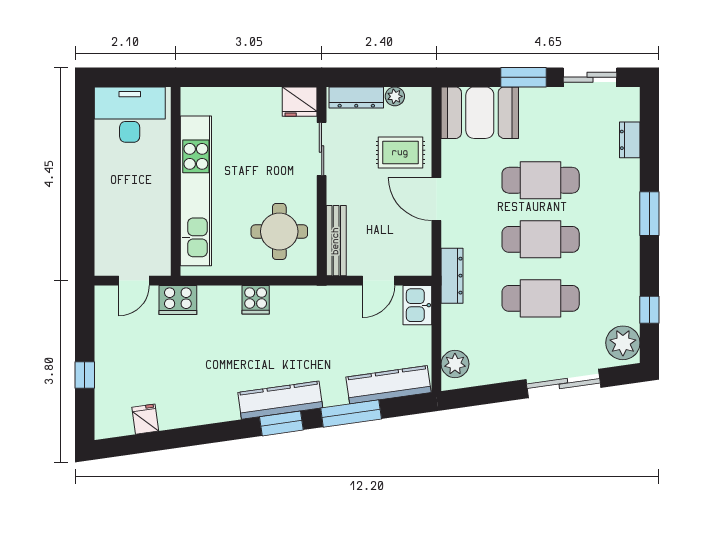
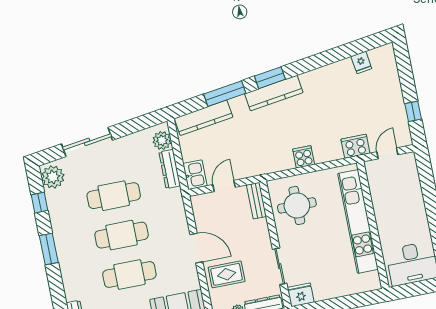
window: (649, 214) -> (49, 249), moved
bench: (336, 241) -> (256, 201), width x0.73
dresser: (452, 276) -> (170, 169), moved
window: (85, 375) -> (413, 111), moved

